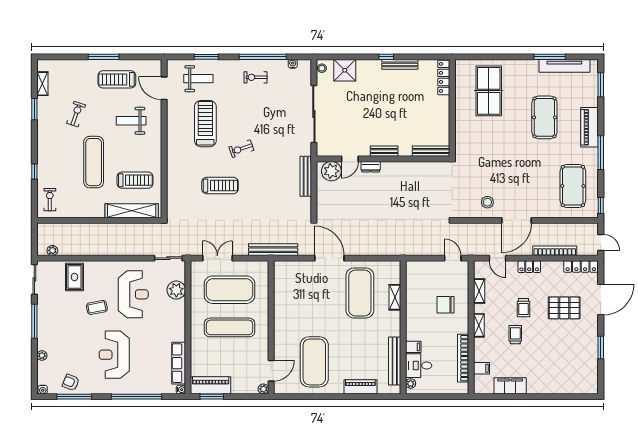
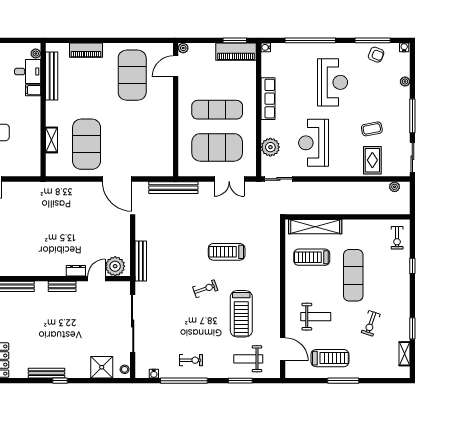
coffee table: (97, 307) -> (372, 129), moved
row of seats: (179, 363) -> (268, 99), moved

